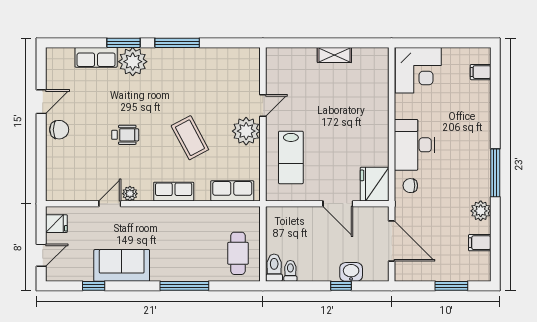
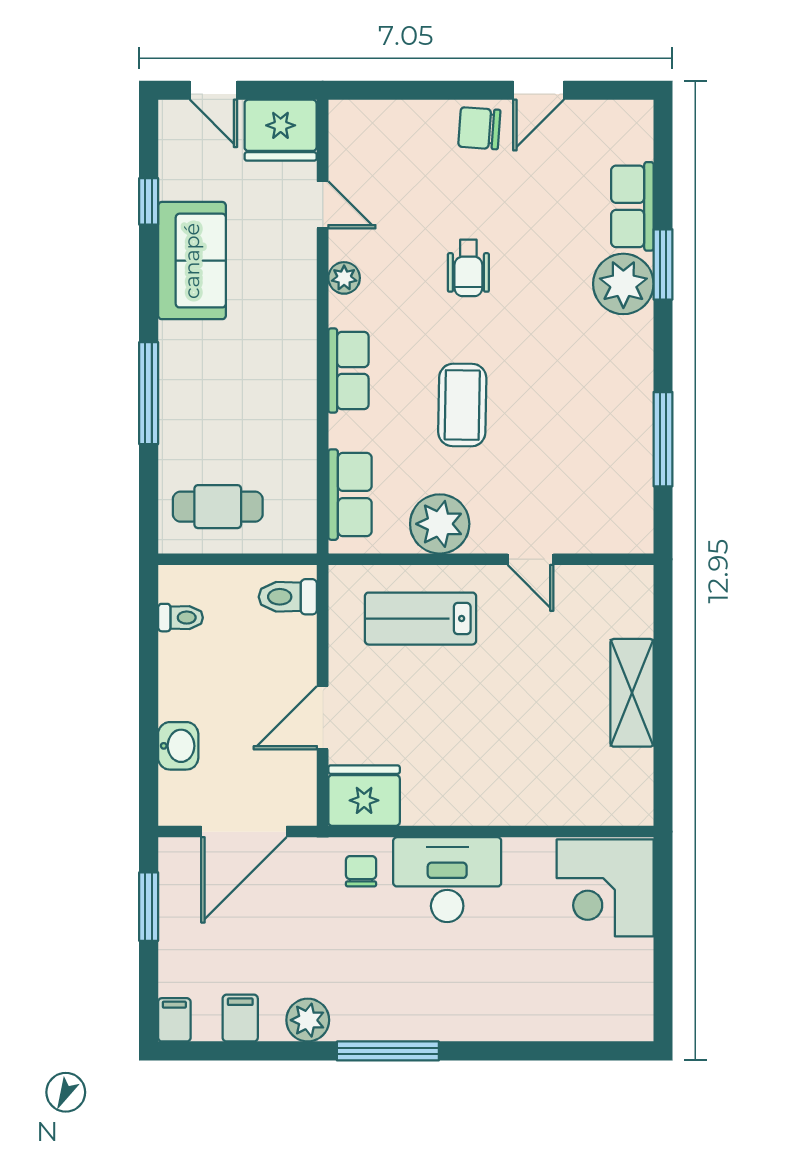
window: (177, 43) -> (663, 439), moved
shelving: (334, 55) -> (632, 693), width x1.50, depth x1.33
filing cabinet: (481, 72) -> (174, 1020), moved
door: (41, 102) -> (539, 90), hinge flipped
chair: (59, 130) -> (479, 128), turned 94
plant: (246, 131) -> (440, 524), moved
coffee table: (190, 138) -> (462, 405), turned -61
door: (110, 204) -> (323, 205), moved
fridge: (56, 224) -> (281, 130), width x1.88, depth x1.34
toilet: (274, 268) -> (288, 597), moved, turned 180
window: (341, 286) -> (149, 724), removed
window: (451, 286) -> (149, 907), moved

